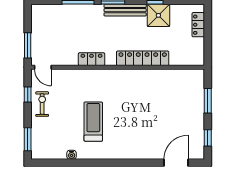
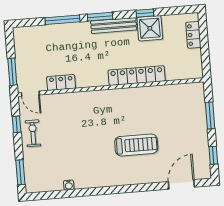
locker: (92, 59) -> (61, 83), moved
treadmill: (93, 122) -> (136, 145), moved, turned 90

